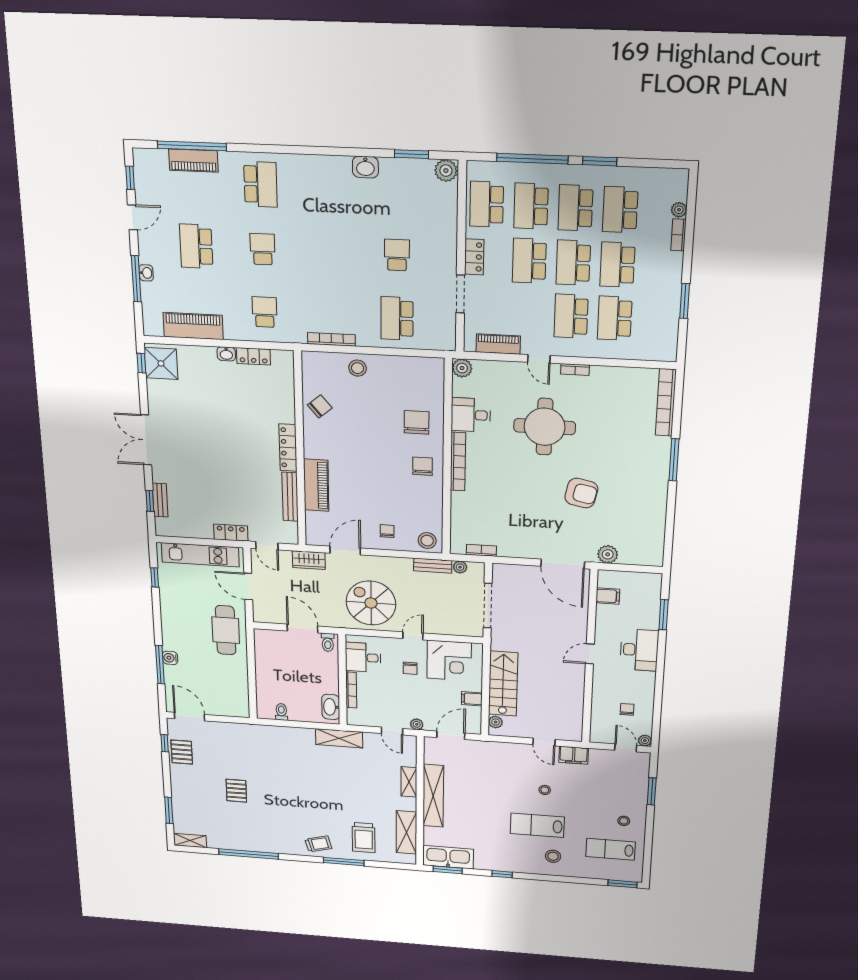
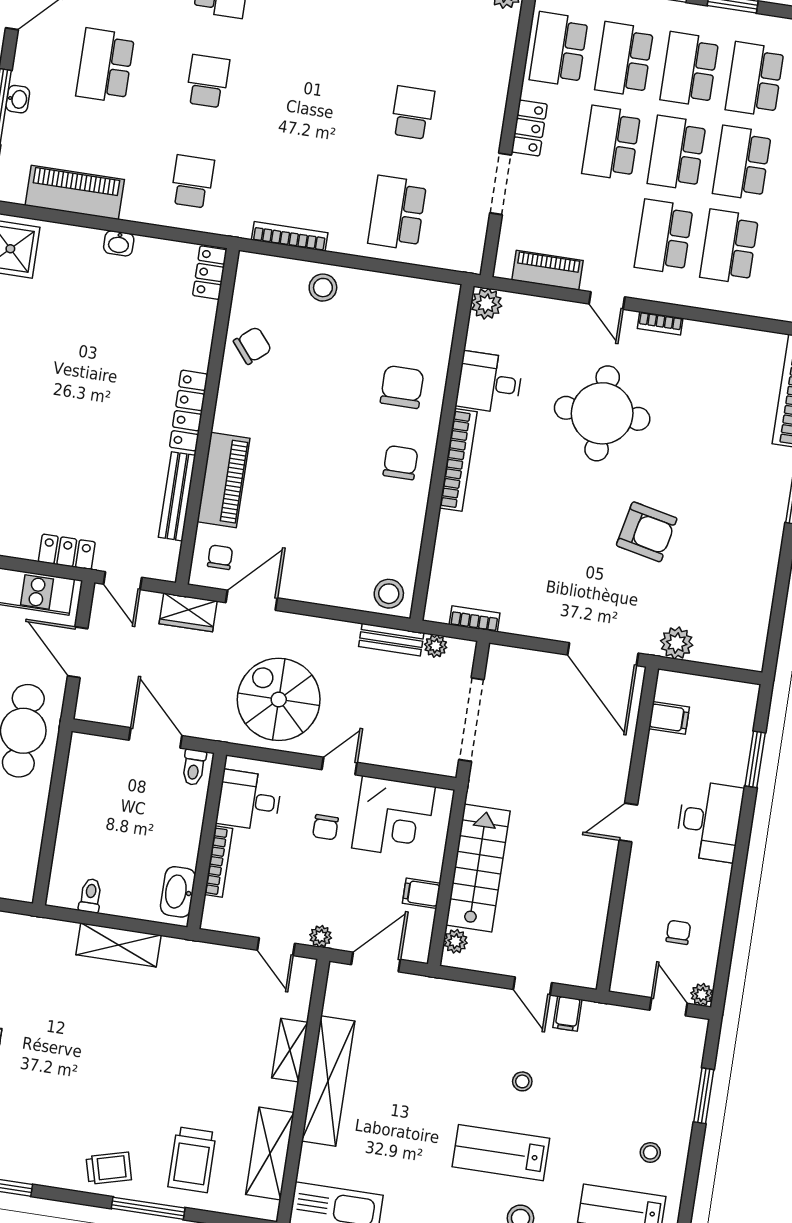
locker: (253, 356) -> (210, 273), moved, turned 90
chair: (387, 531) -> (220, 557), moved
shelving: (339, 738) -> (118, 945), moved
filing cabinet: (574, 755) -> (567, 1014), width x0.50

